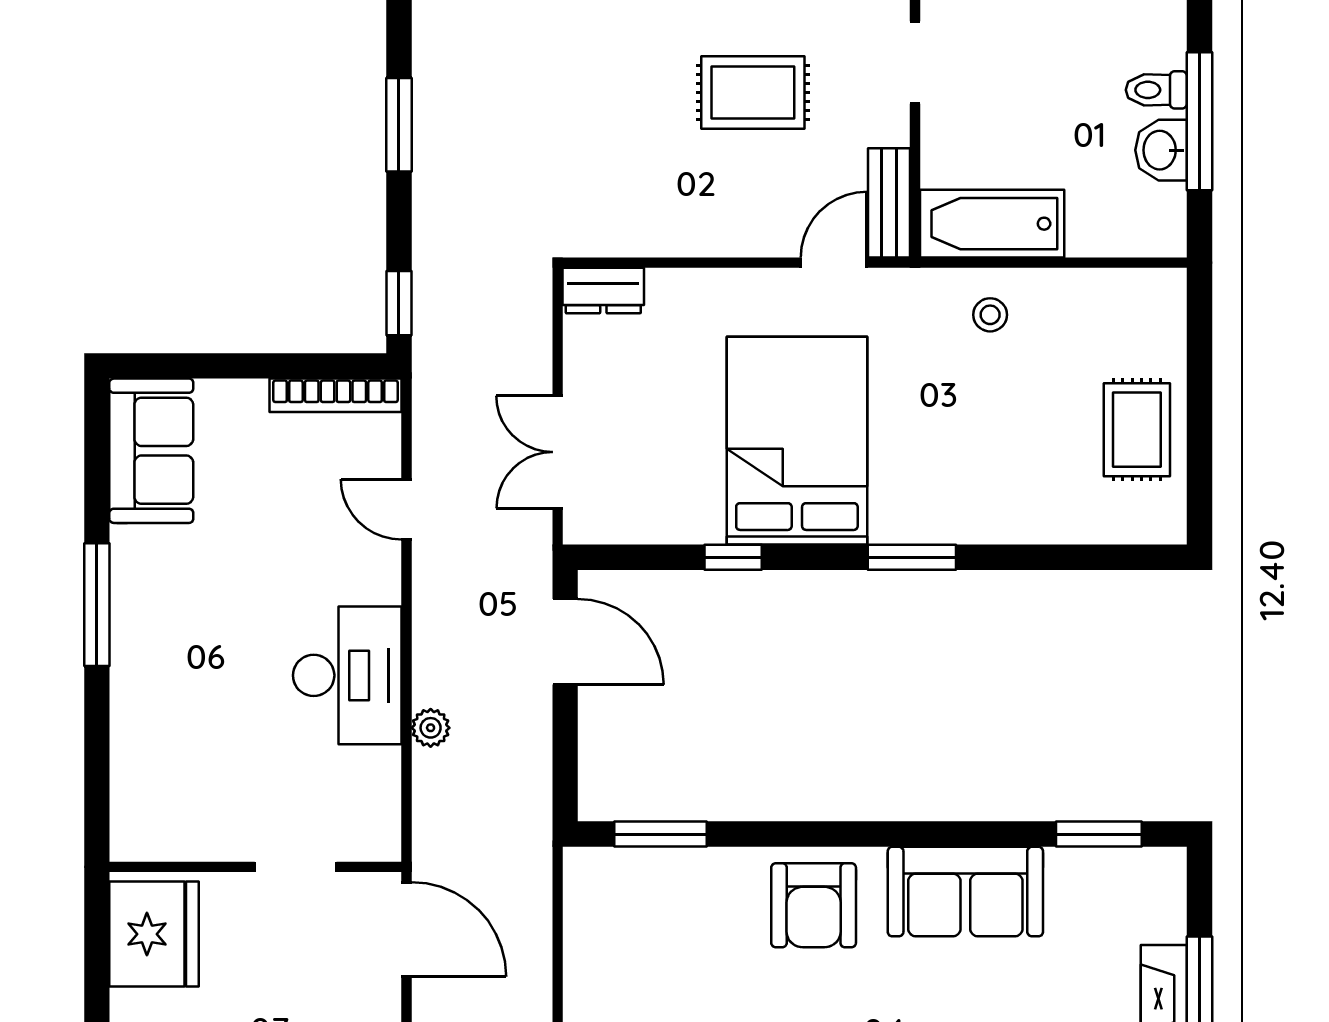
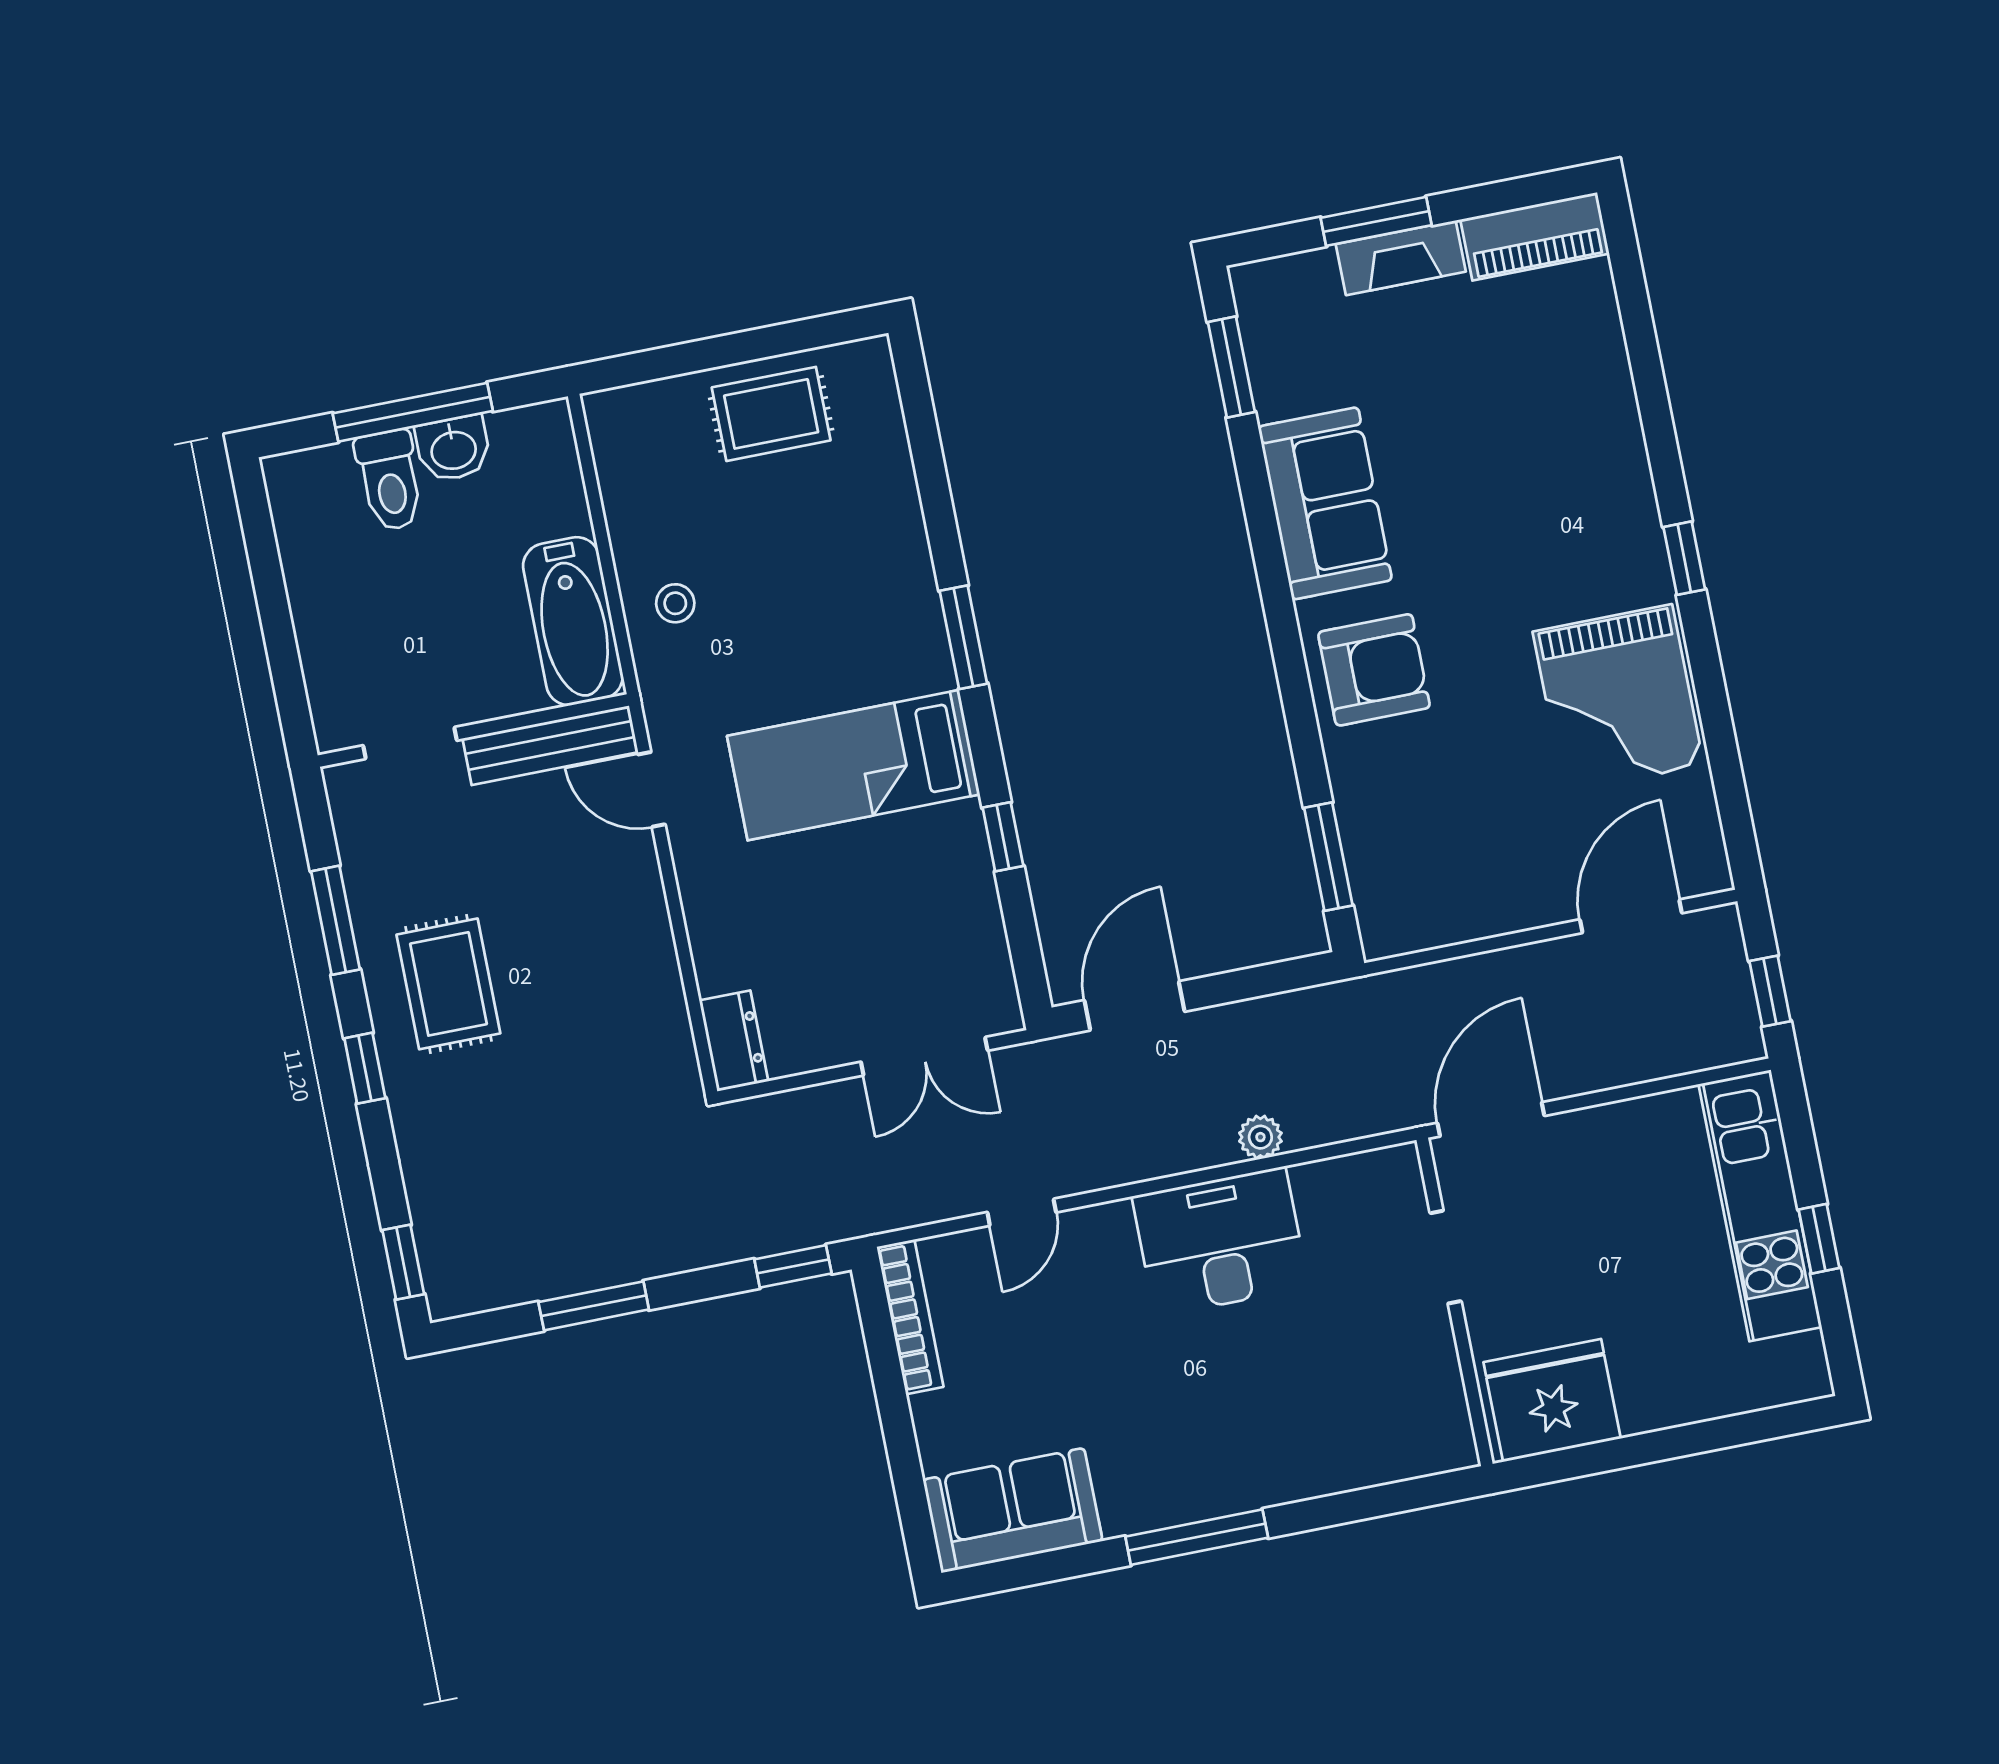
toilet: (1156, 90) -> (390, 480), width x1.37, depth x1.39
rug: (753, 92) -> (448, 984), moved
bench: (889, 203) -> (550, 745), width x1.36
bed: (797, 441) -> (853, 765), width x0.67

